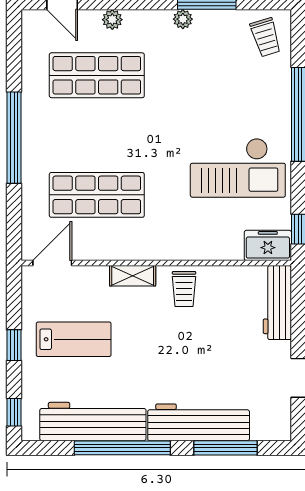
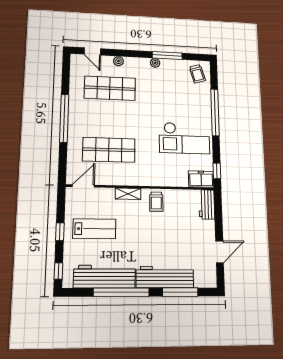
workbench: (277, 303) -> (207, 204), width x0.73

